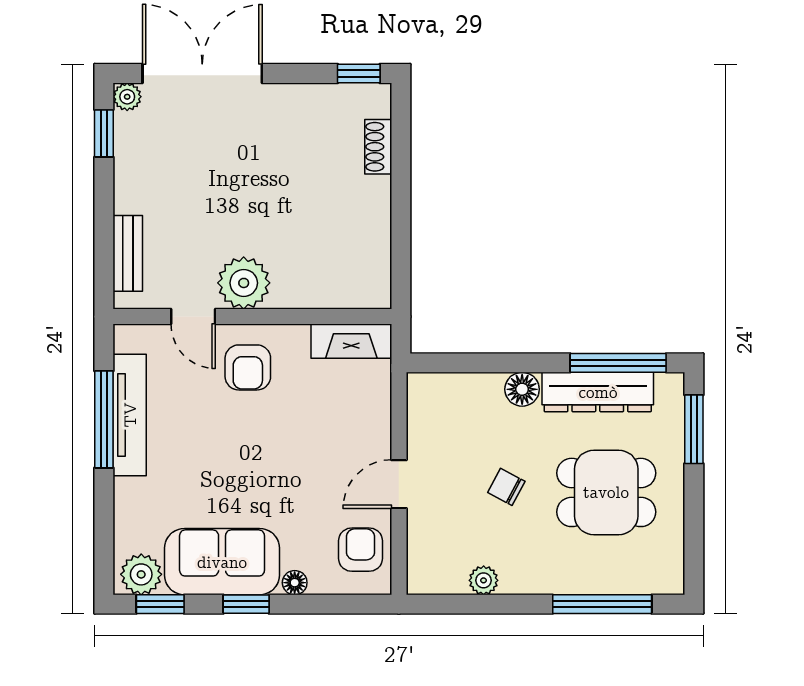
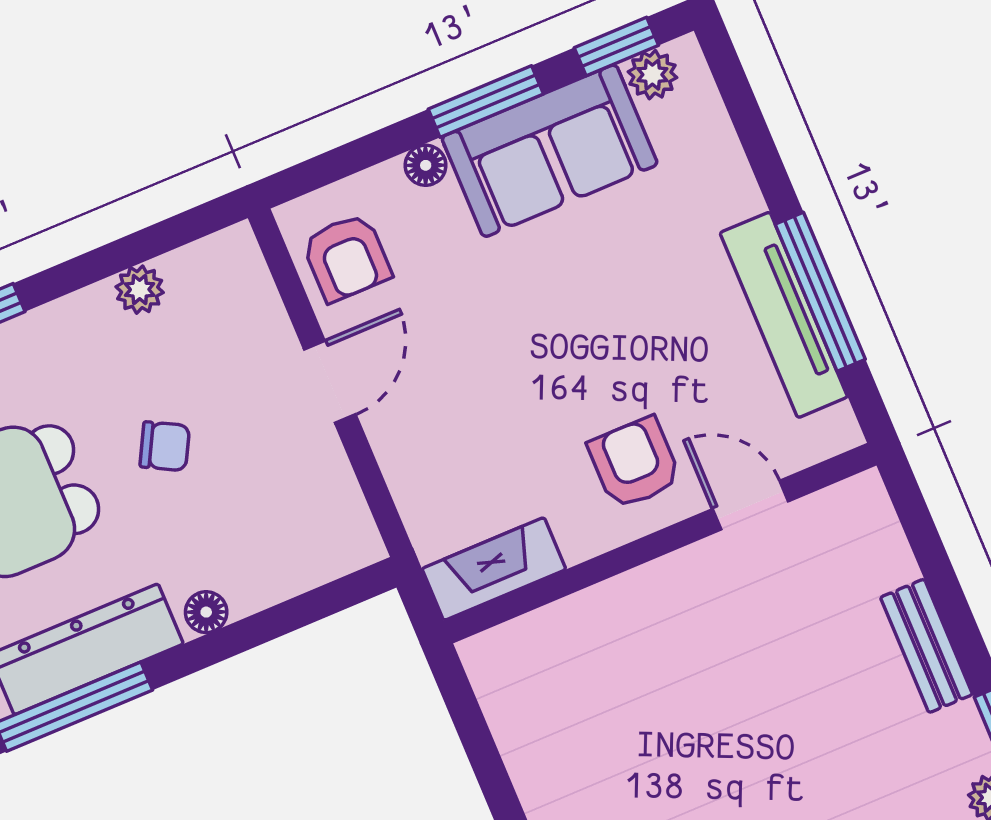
bench: (128, 253) -> (927, 646), moved
plant: (244, 283) -> (695, 589), removed
floor lamp: (522, 389) -> (206, 612), width x0.73, depth x0.73
plant: (141, 574) -> (652, 75), width x0.73, depth x0.73
window: (246, 604) -> (486, 101), width x1.50

